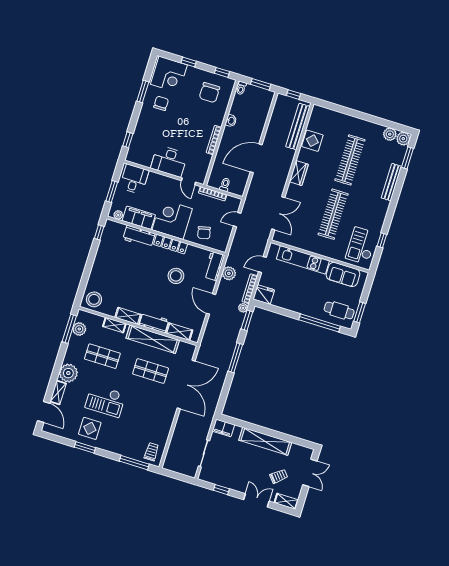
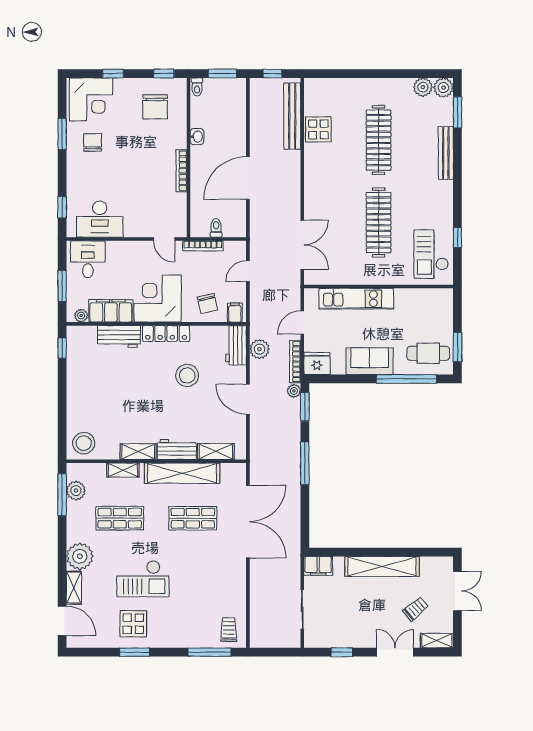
desk: (169, 161) -> (100, 219), moved
wardrobe: (299, 173) -> (313, 180), removed
filing cabinet: (220, 244) -> (235, 312), added
sofa: (343, 274) -> (370, 361), moved, turned 180

